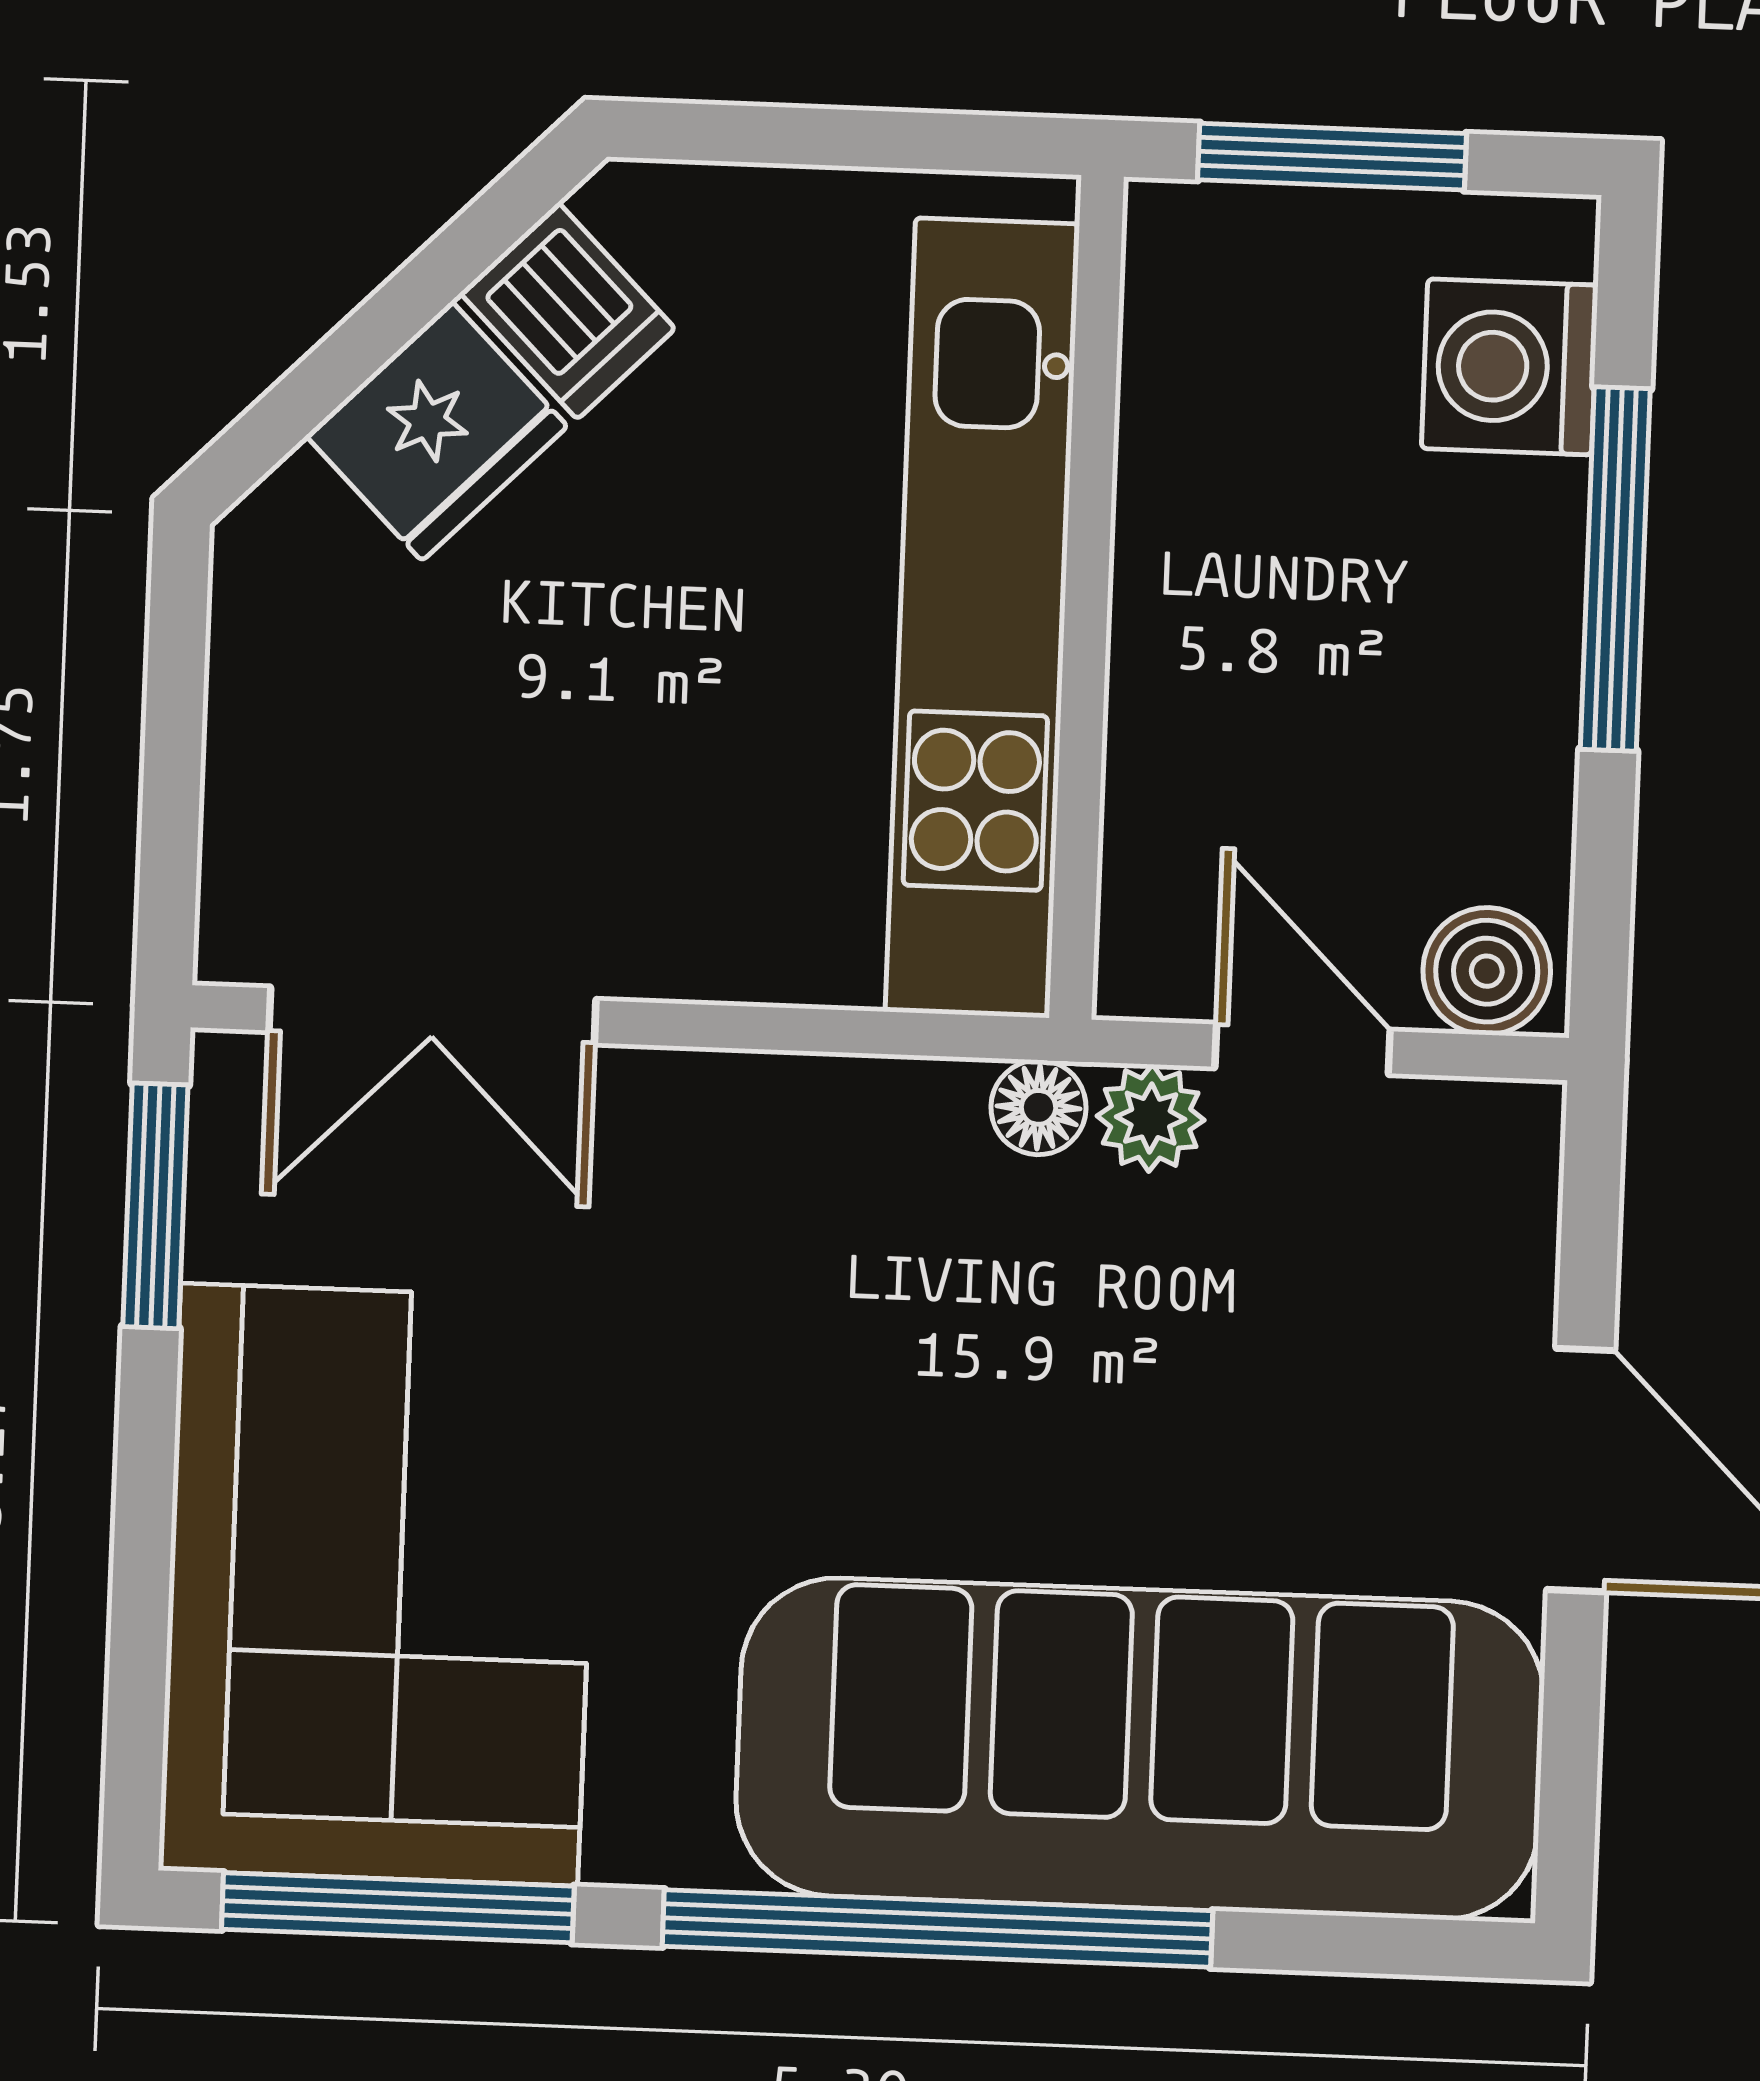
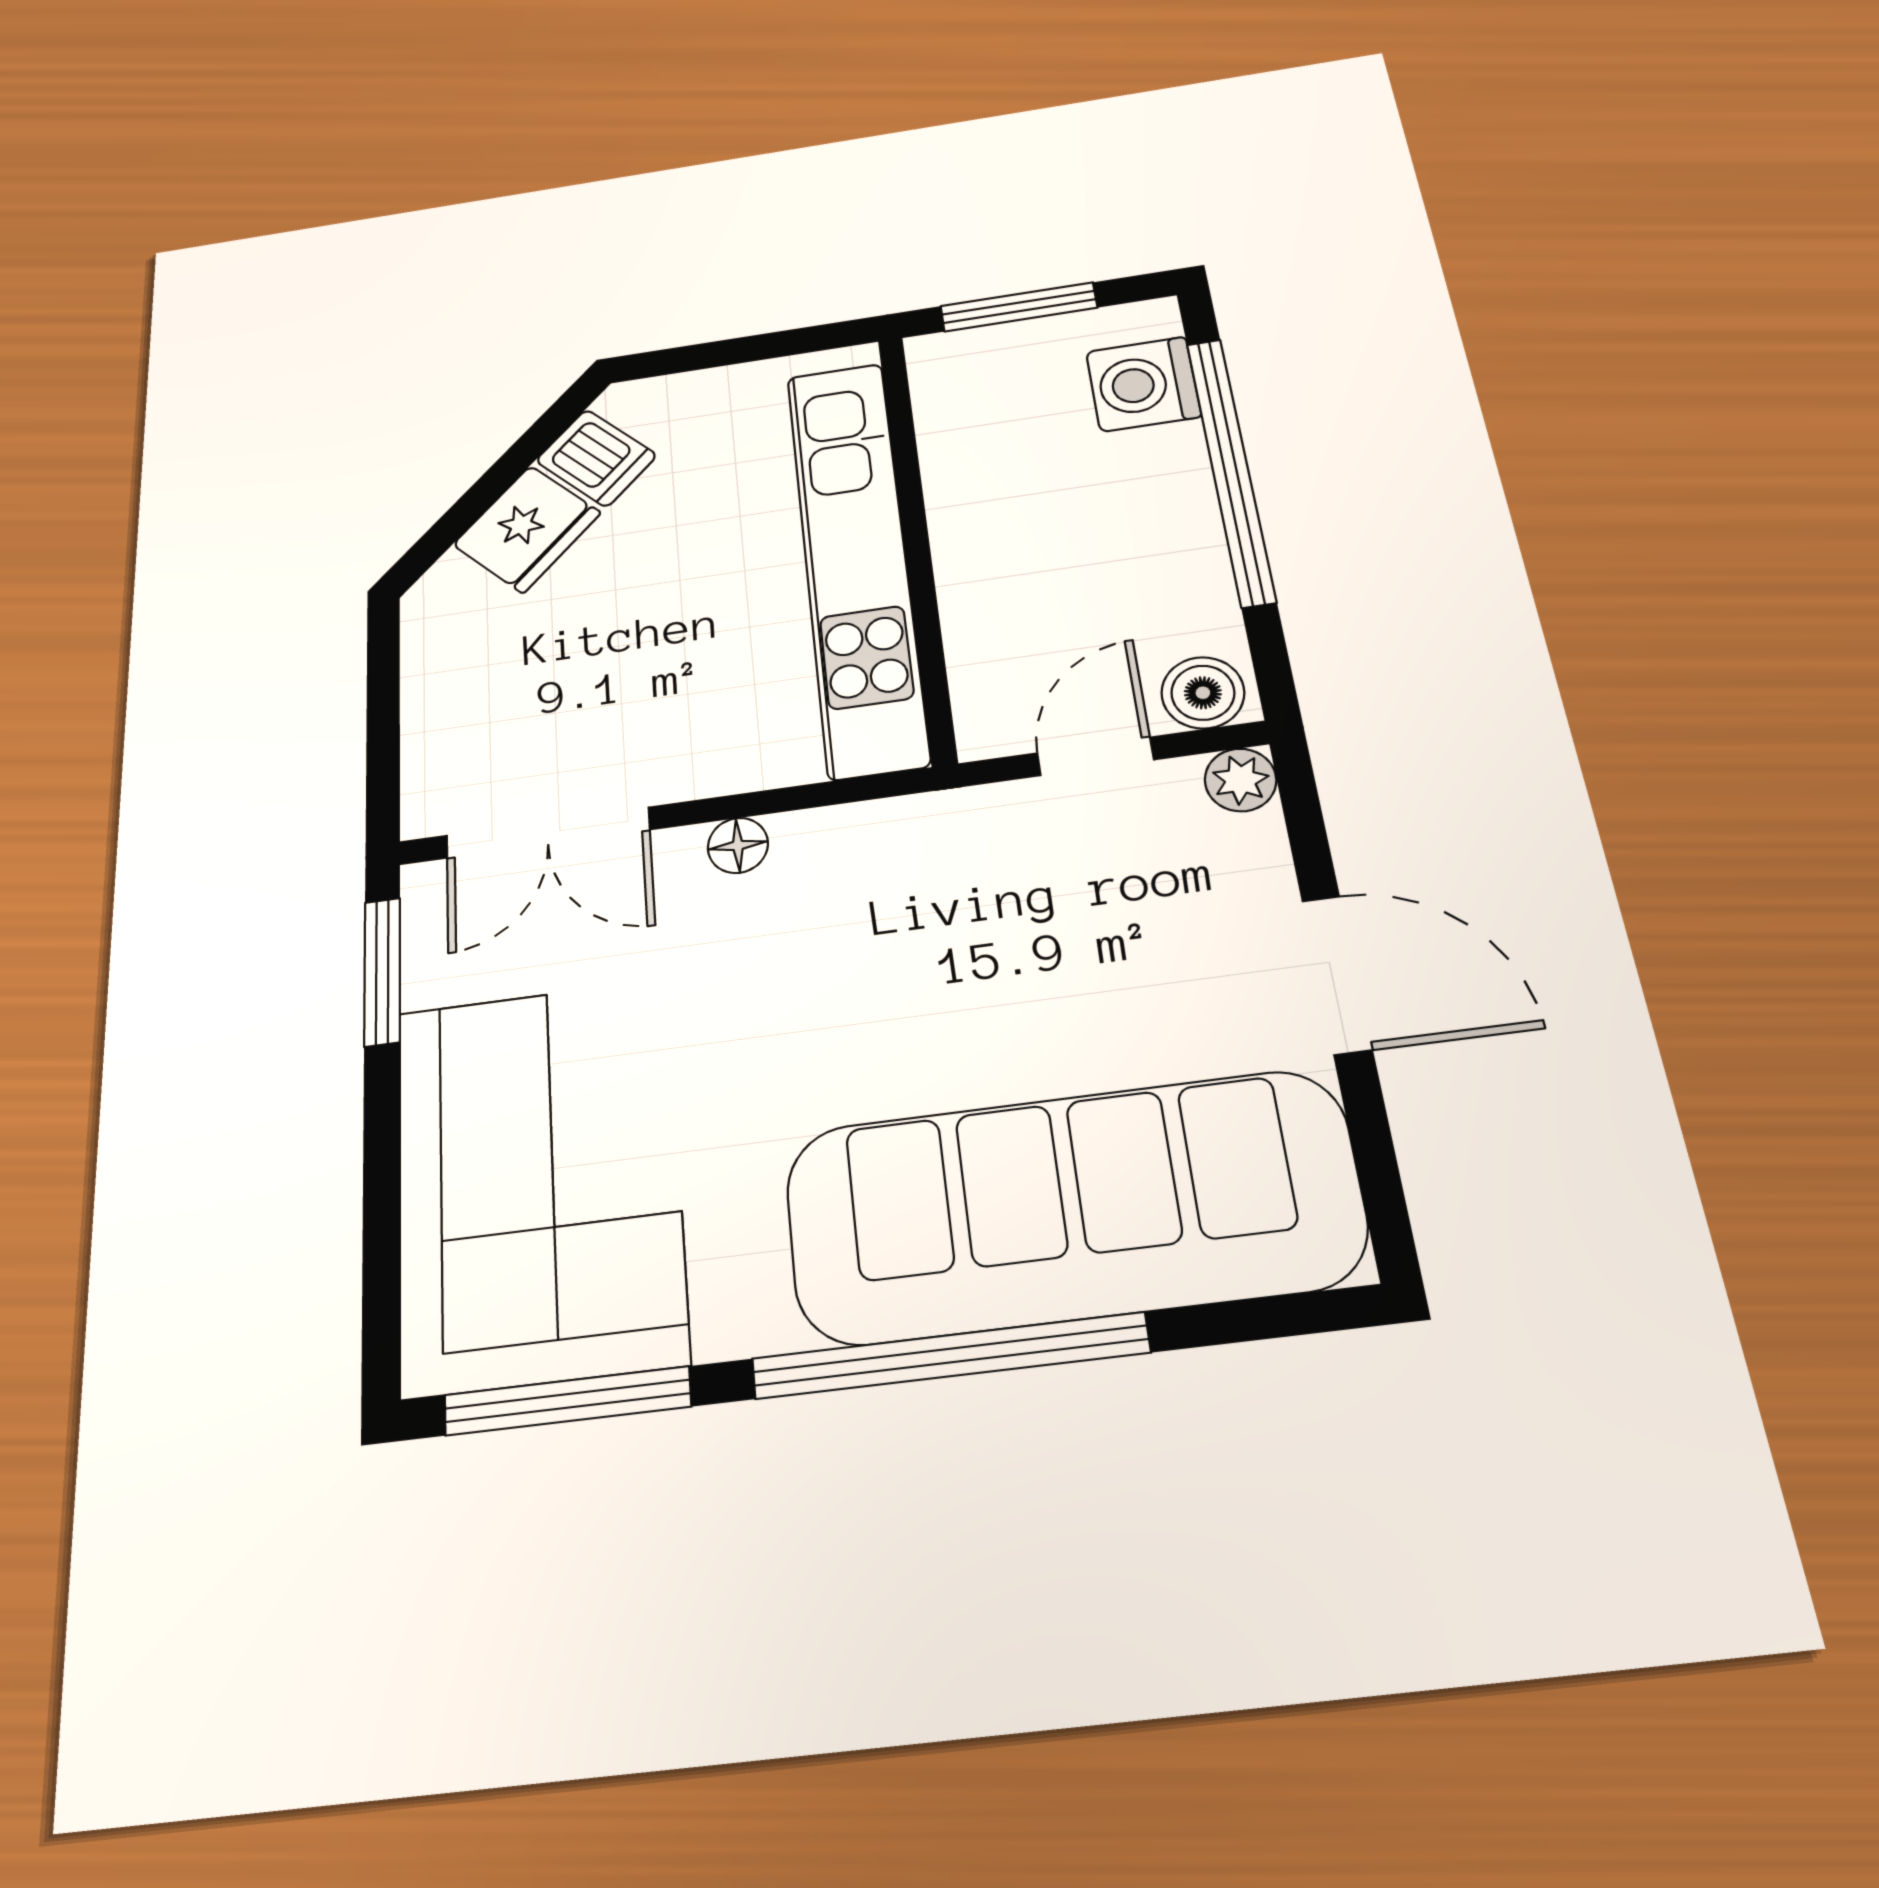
window: (1615, 569) -> (1230, 470), width x1.46
door: (1303, 1049) -> (1095, 756), hinge flipped
floor lamp: (1039, 1107) -> (738, 845), moved
plant: (1151, 1118) -> (1240, 780), moved

